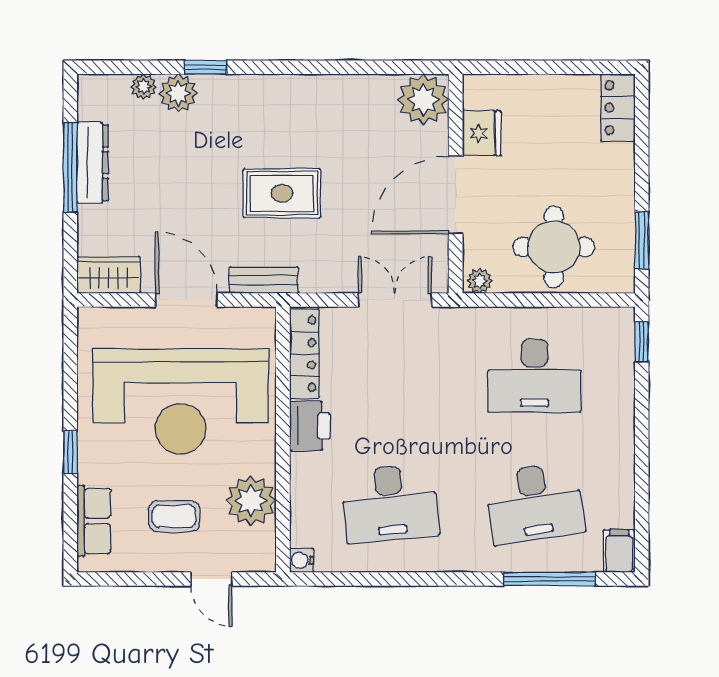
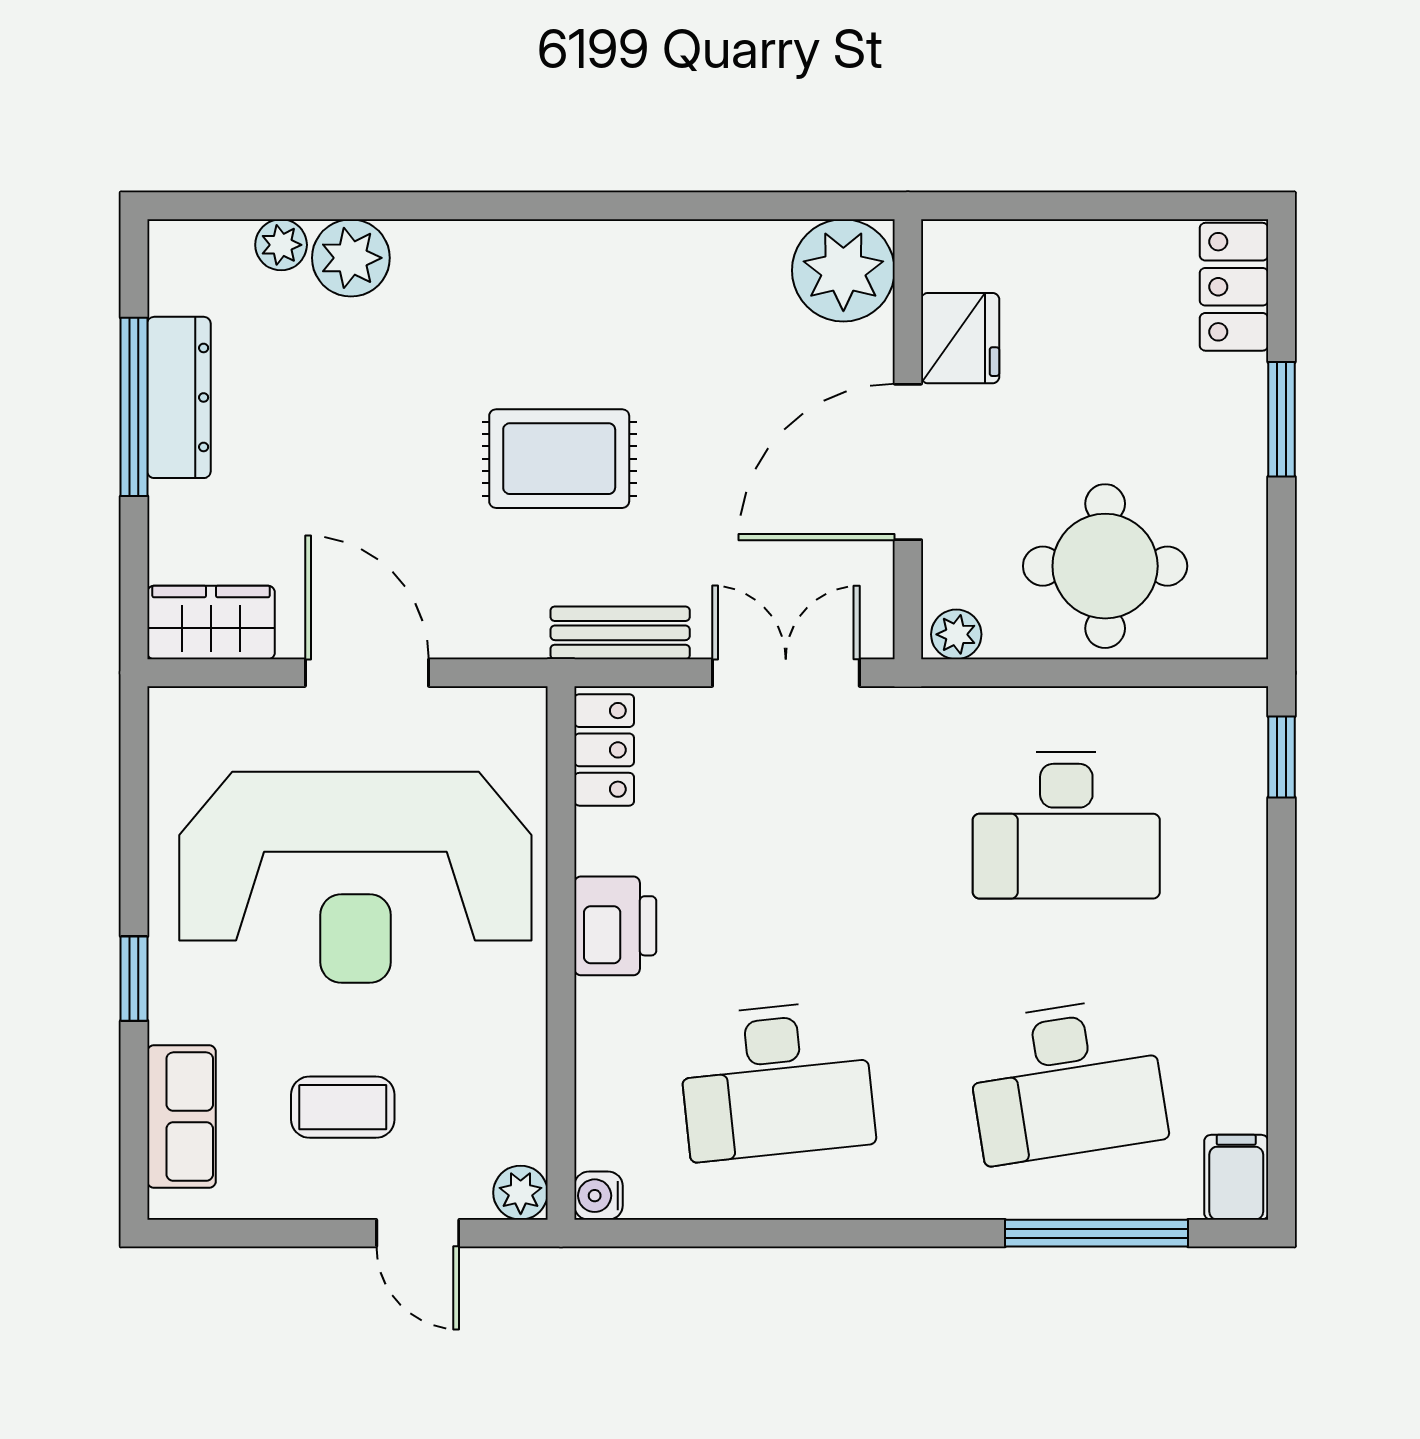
window: (205, 67) -> (406, 206), removed
window: (642, 240) -> (1281, 419), moved
bench: (264, 280) -> (620, 633), moved
locker: (304, 354) -> (604, 750), width x0.66
plant: (251, 501) -> (521, 1193), moved, width x0.53, depth x0.53

